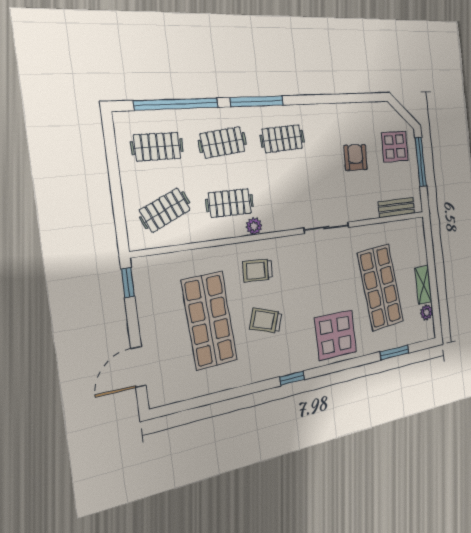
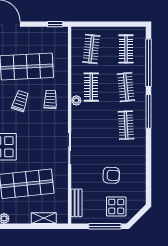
clothes rail: (165, 210) -> (91, 49), turned 30
shelving: (423, 285) -> (44, 218), moved

